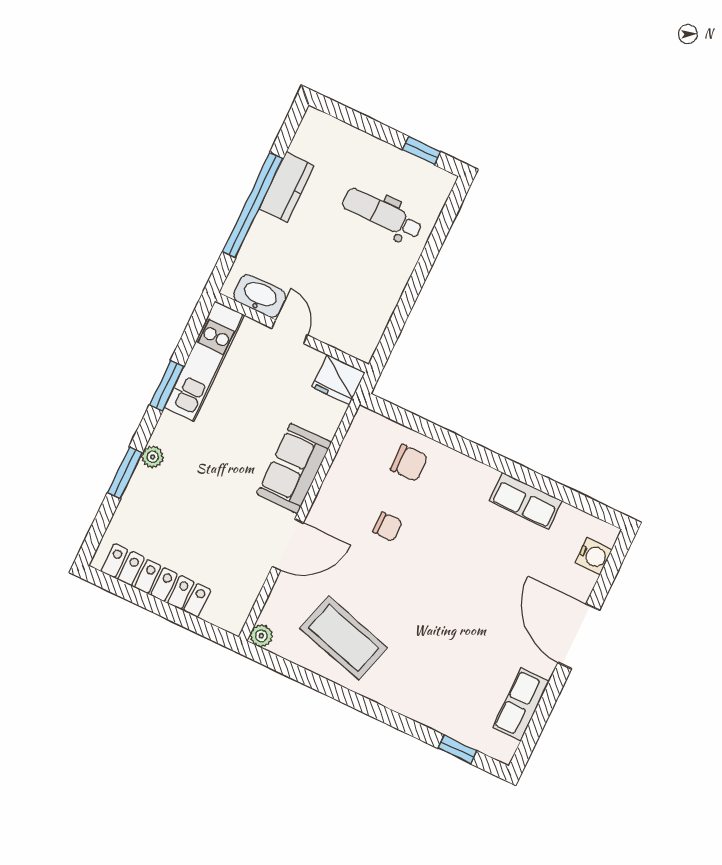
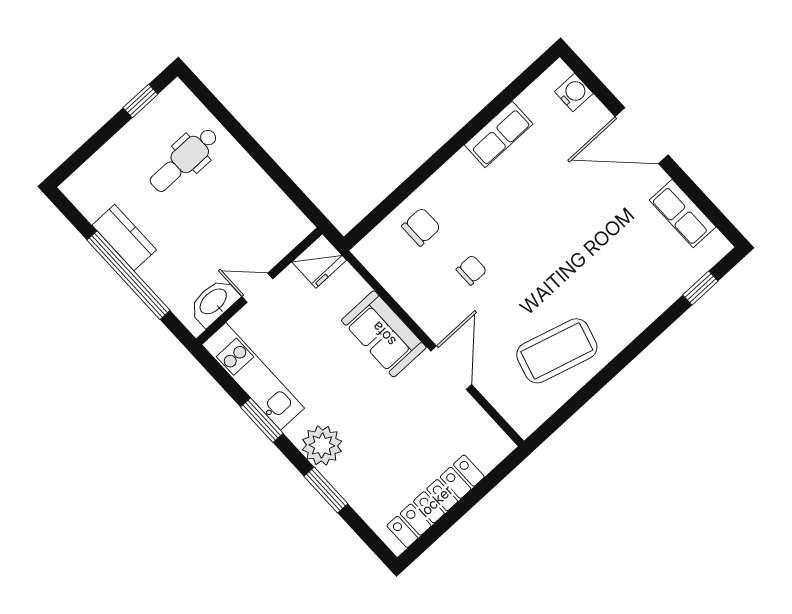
plant: (153, 457) -> (322, 445), width x1.88, depth x1.88
plant: (261, 636) -> (525, 425), removed

